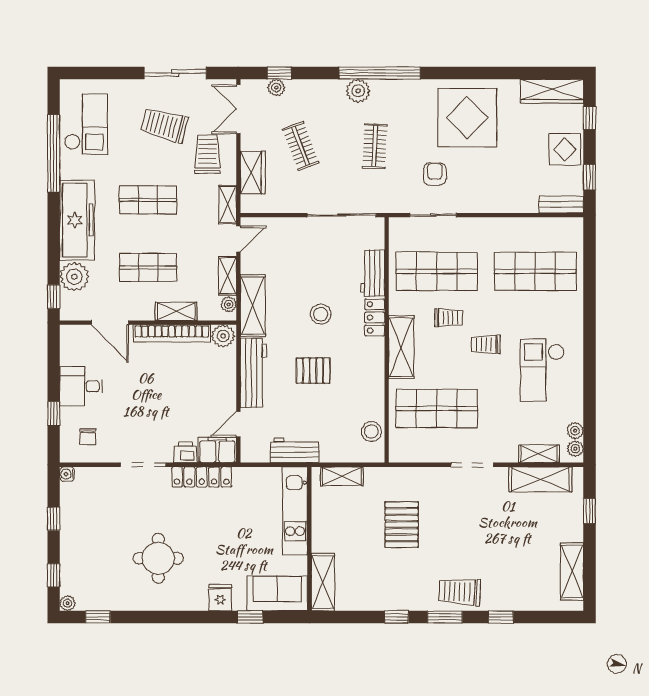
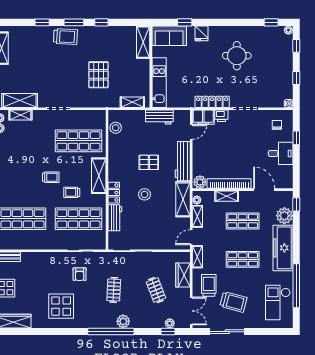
display table: (467, 118) -> (61, 306), width x0.73, depth x0.73
trolley: (207, 154) -> (209, 285), turned 180
checkout: (542, 370) -> (19, 163), removed

